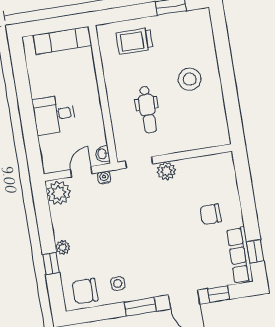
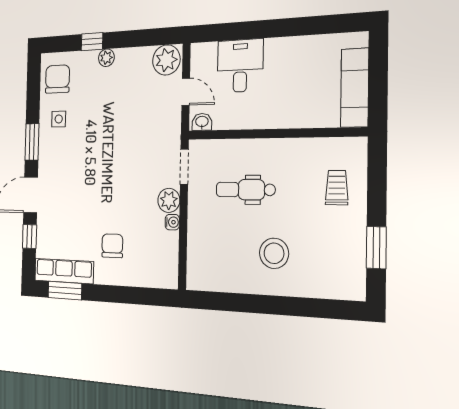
trolley: (134, 41) -> (337, 188), width x0.73, depth x0.72
desk: (54, 115) -> (240, 66), moved
water cooler: (104, 178) -> (172, 222), moved
window: (255, 251) -> (65, 291), width x1.50

